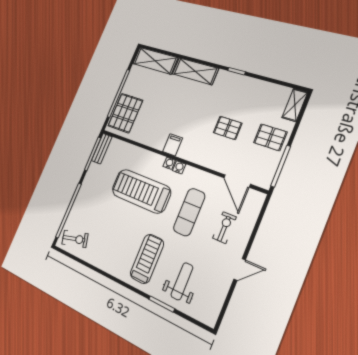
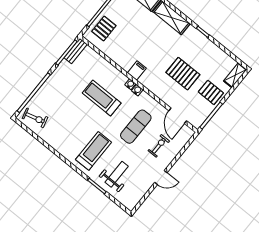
pallet: (125, 113) -> (104, 28), width x0.67, depth x0.71
pallet: (228, 128) -> (183, 74), width x1.50, depth x1.42
treadmill: (141, 191) -> (102, 98), width x0.73, depth x0.73

